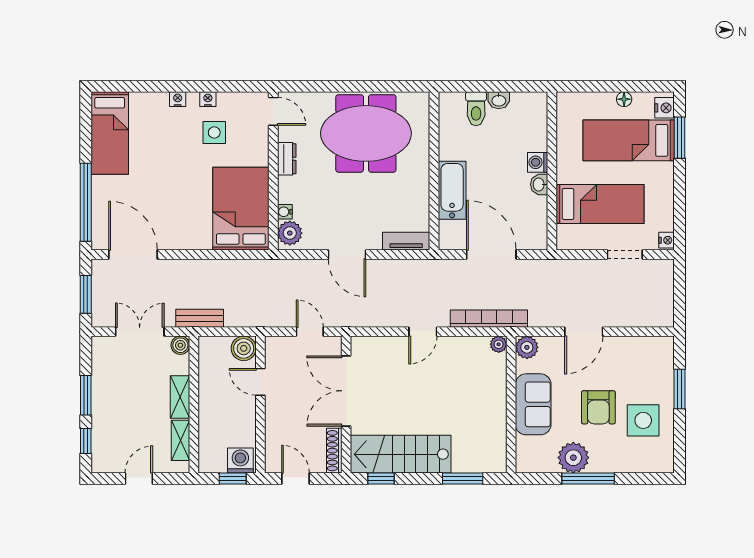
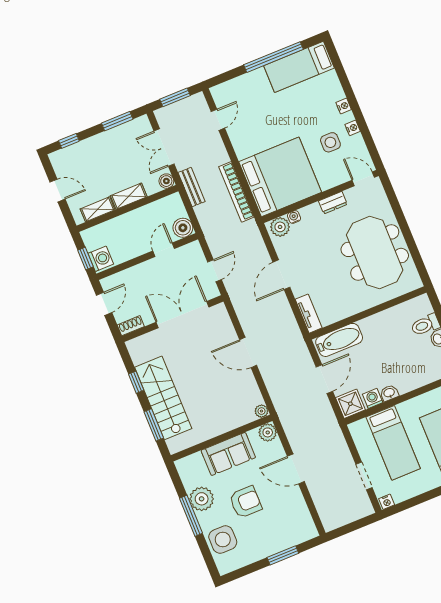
door: (273, 111) -> (363, 179), swing flipped
washing machine: (538, 162) -> (373, 398), moved
bathtub: (452, 190) -> (339, 340), moved
window: (86, 202) -> (273, 57), moved
bed: (241, 209) -> (280, 177), width x1.36
shower: (533, 236) -> (350, 404), added
door: (133, 255) -> (218, 120), width x0.53
door: (491, 255) -> (324, 379), width x0.73
bookcase: (489, 319) -> (236, 192), moved, turned 180
double door: (140, 332) -> (164, 148), swing flipped
door: (423, 332) -> (248, 352), width x1.38
window: (86, 395) -> (117, 121), moved
armchair: (598, 407) -> (245, 502), turned 180
side table: (643, 420) -> (223, 540), moved
shoe rack: (334, 451) -> (131, 326), width x0.70
stairs: (401, 454) -> (163, 398), moved
window: (381, 479) -> (136, 382), moved

